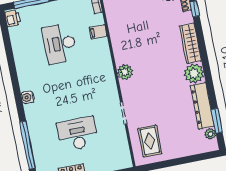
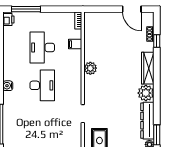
plant: (125, 72) -> (90, 68), moved
desk: (78, 134) -> (42, 85), moved, turned 90

